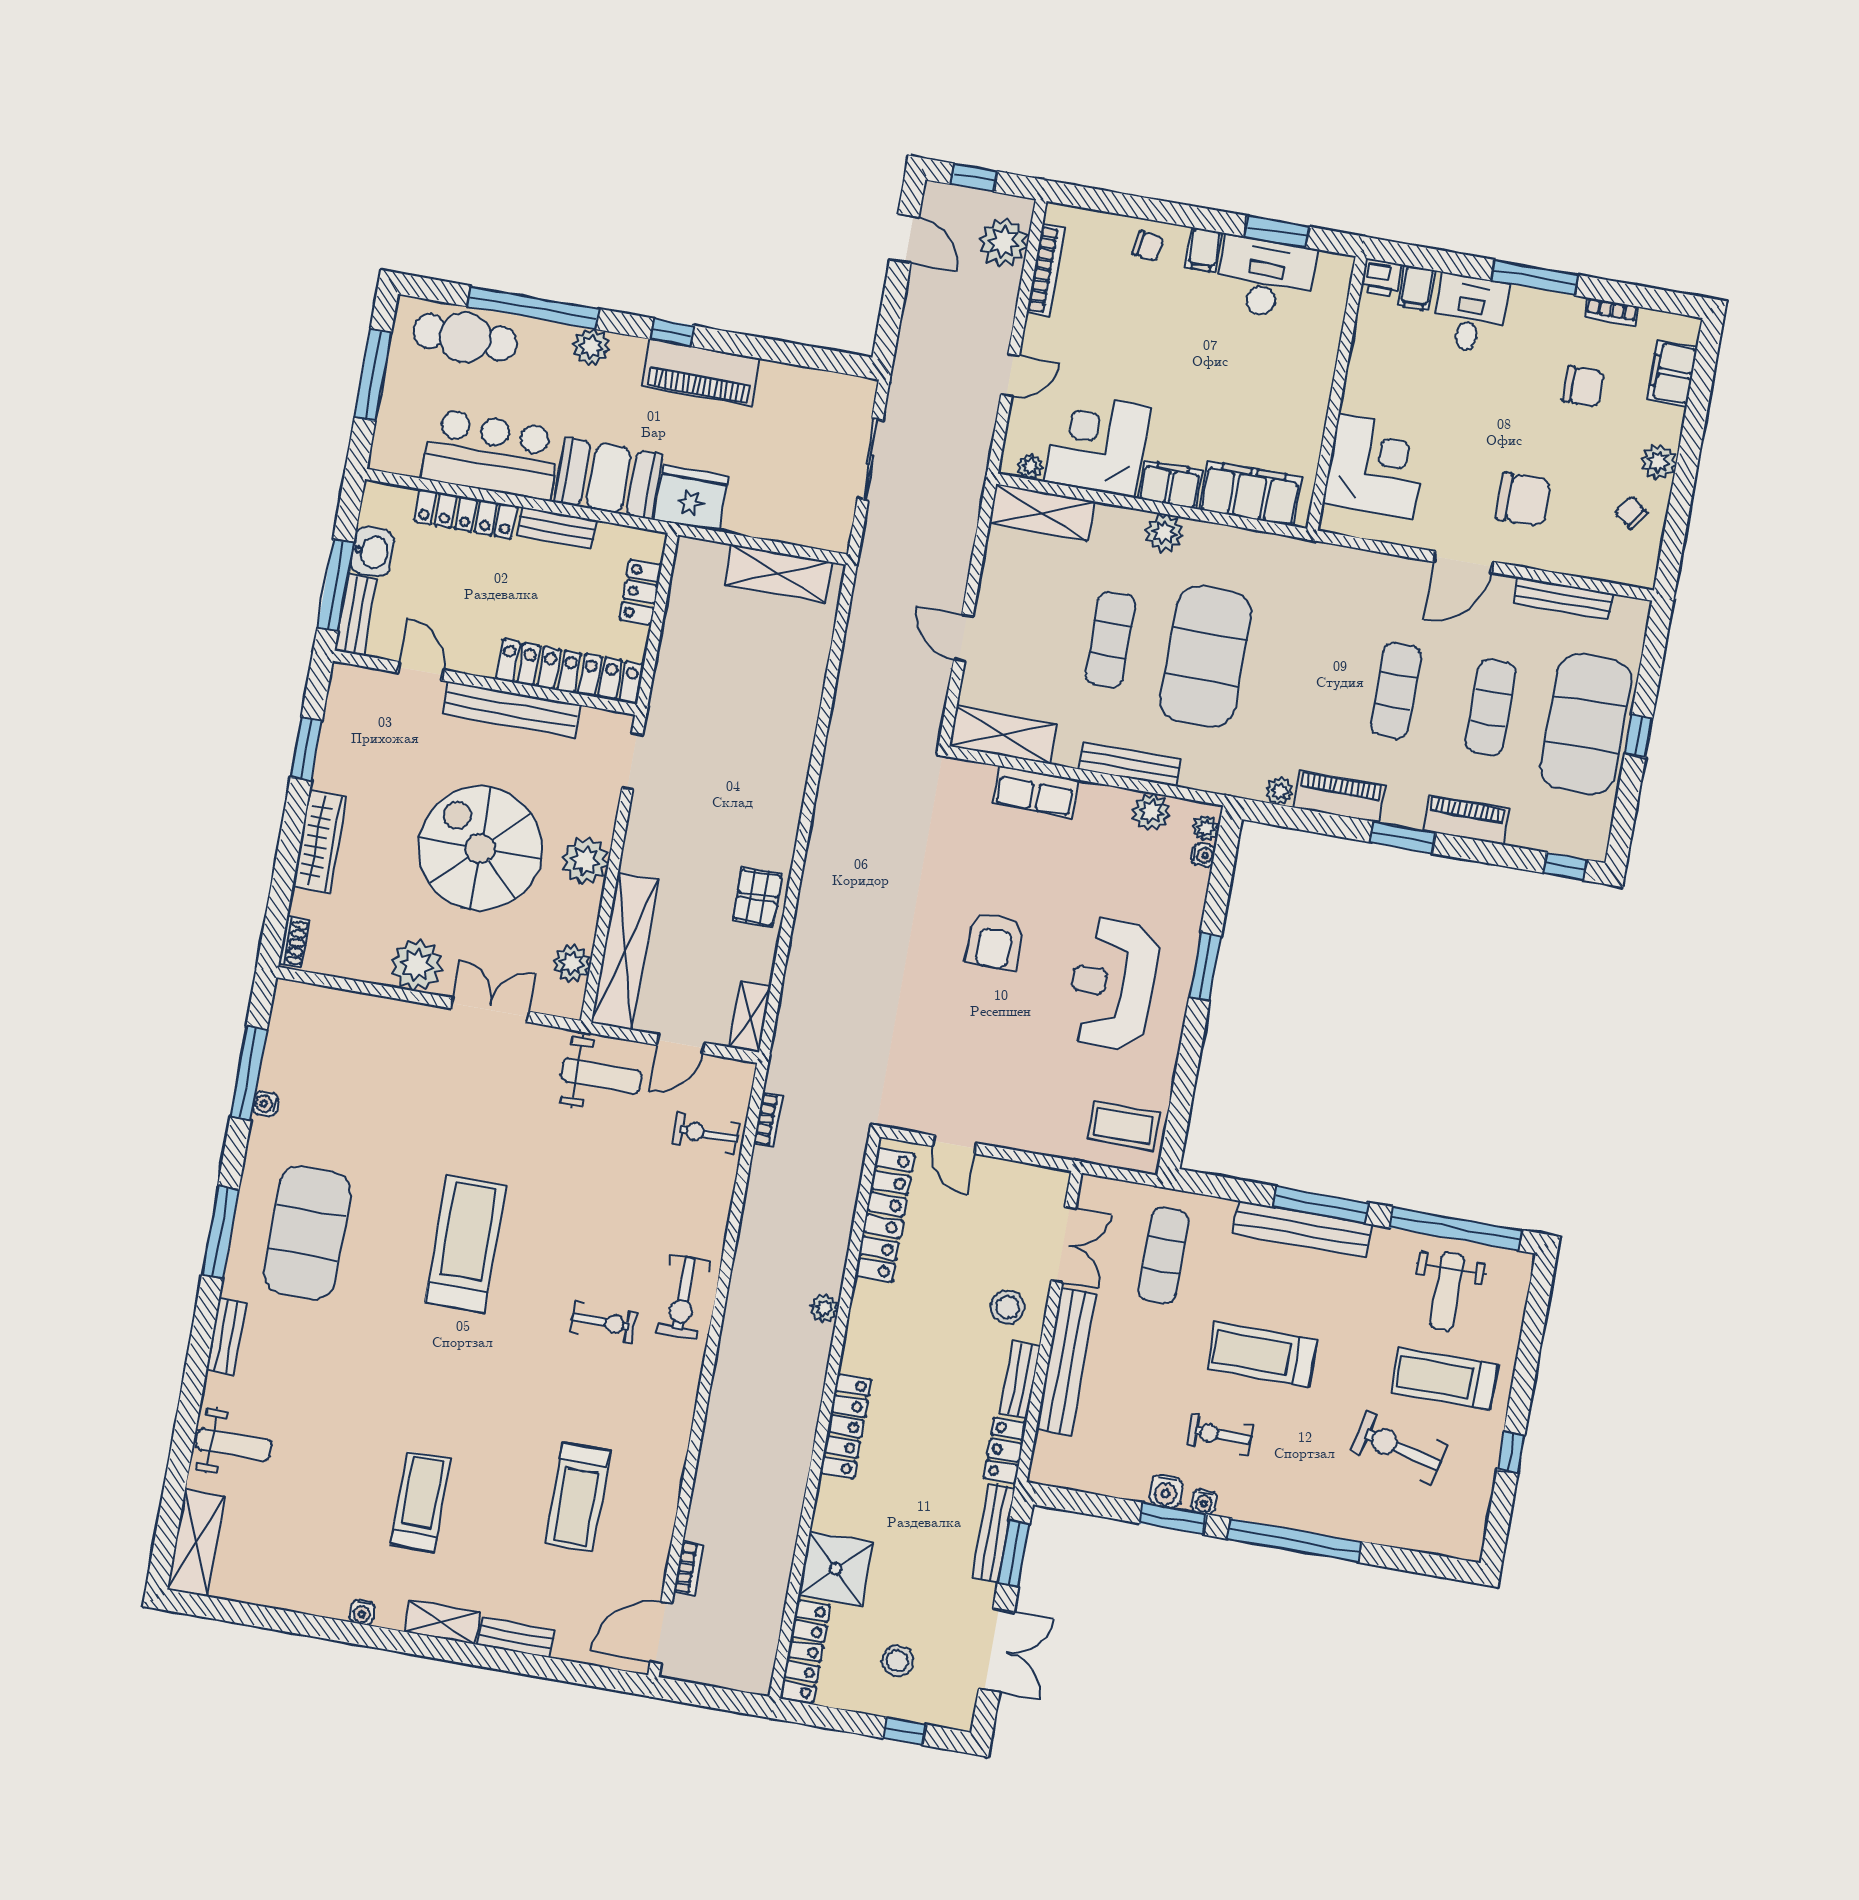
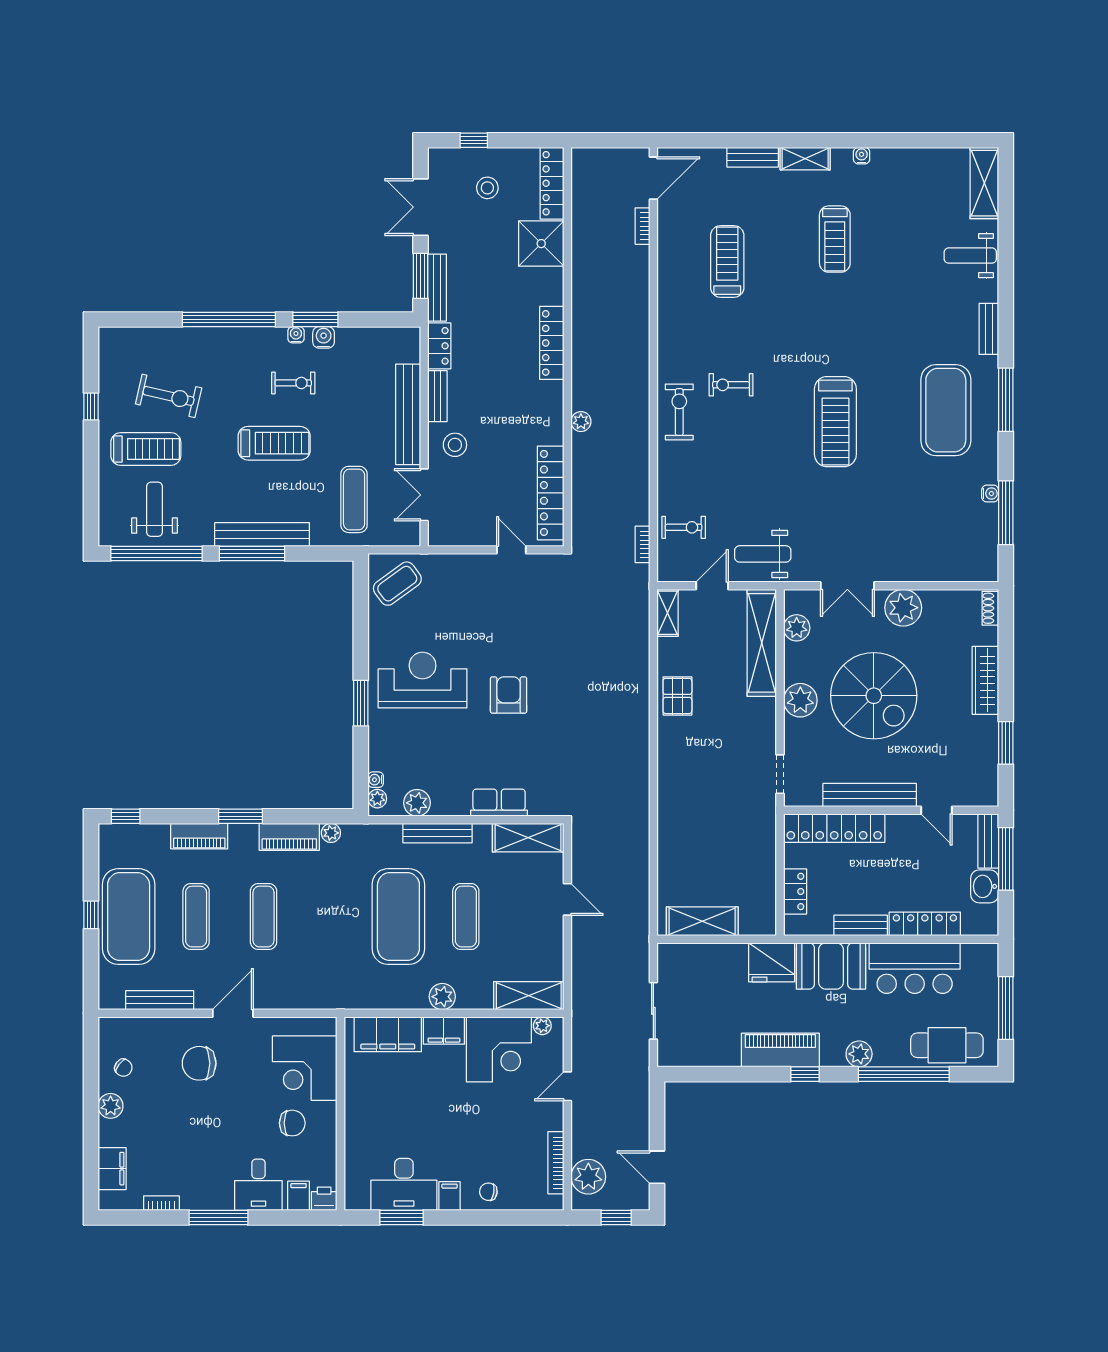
chair: (1583, 387) -> (292, 1123), moved, turned 180
reception desk: (1112, 984) -> (423, 680), turned -90
coffee table: (1124, 1126) -> (397, 584), turned -36

